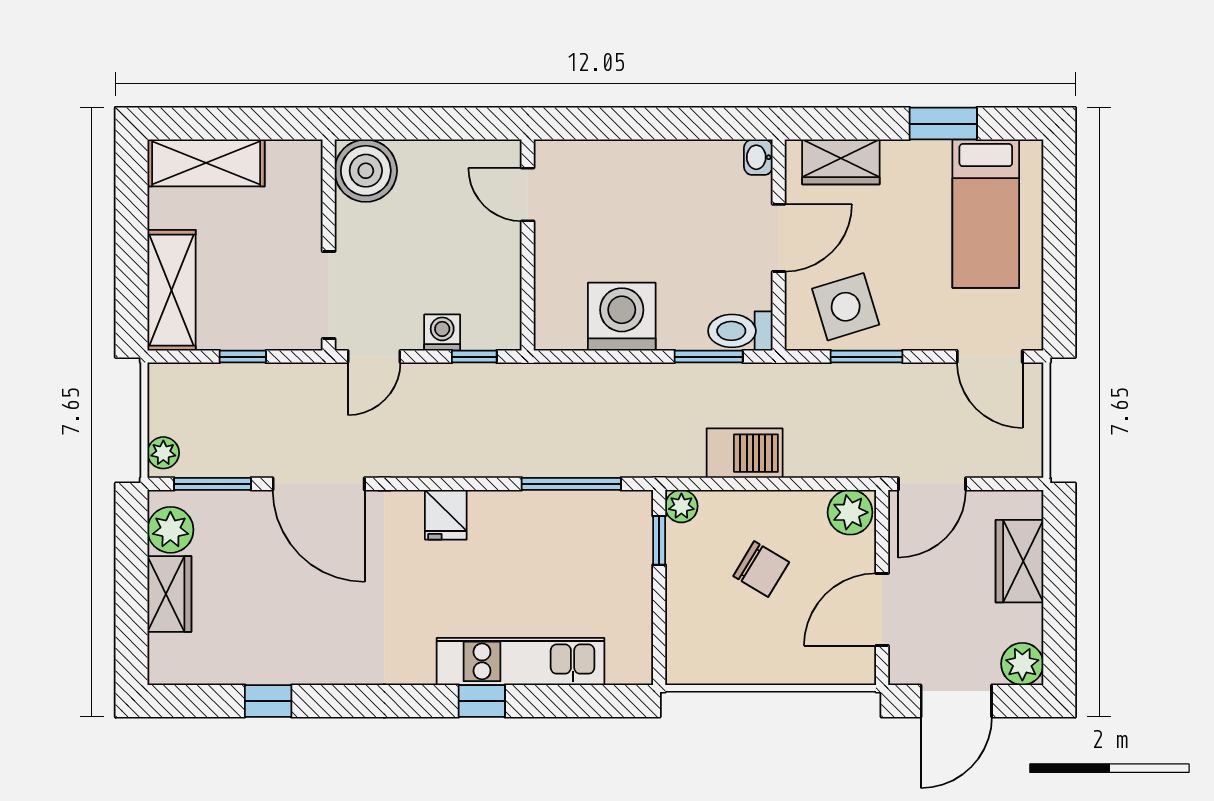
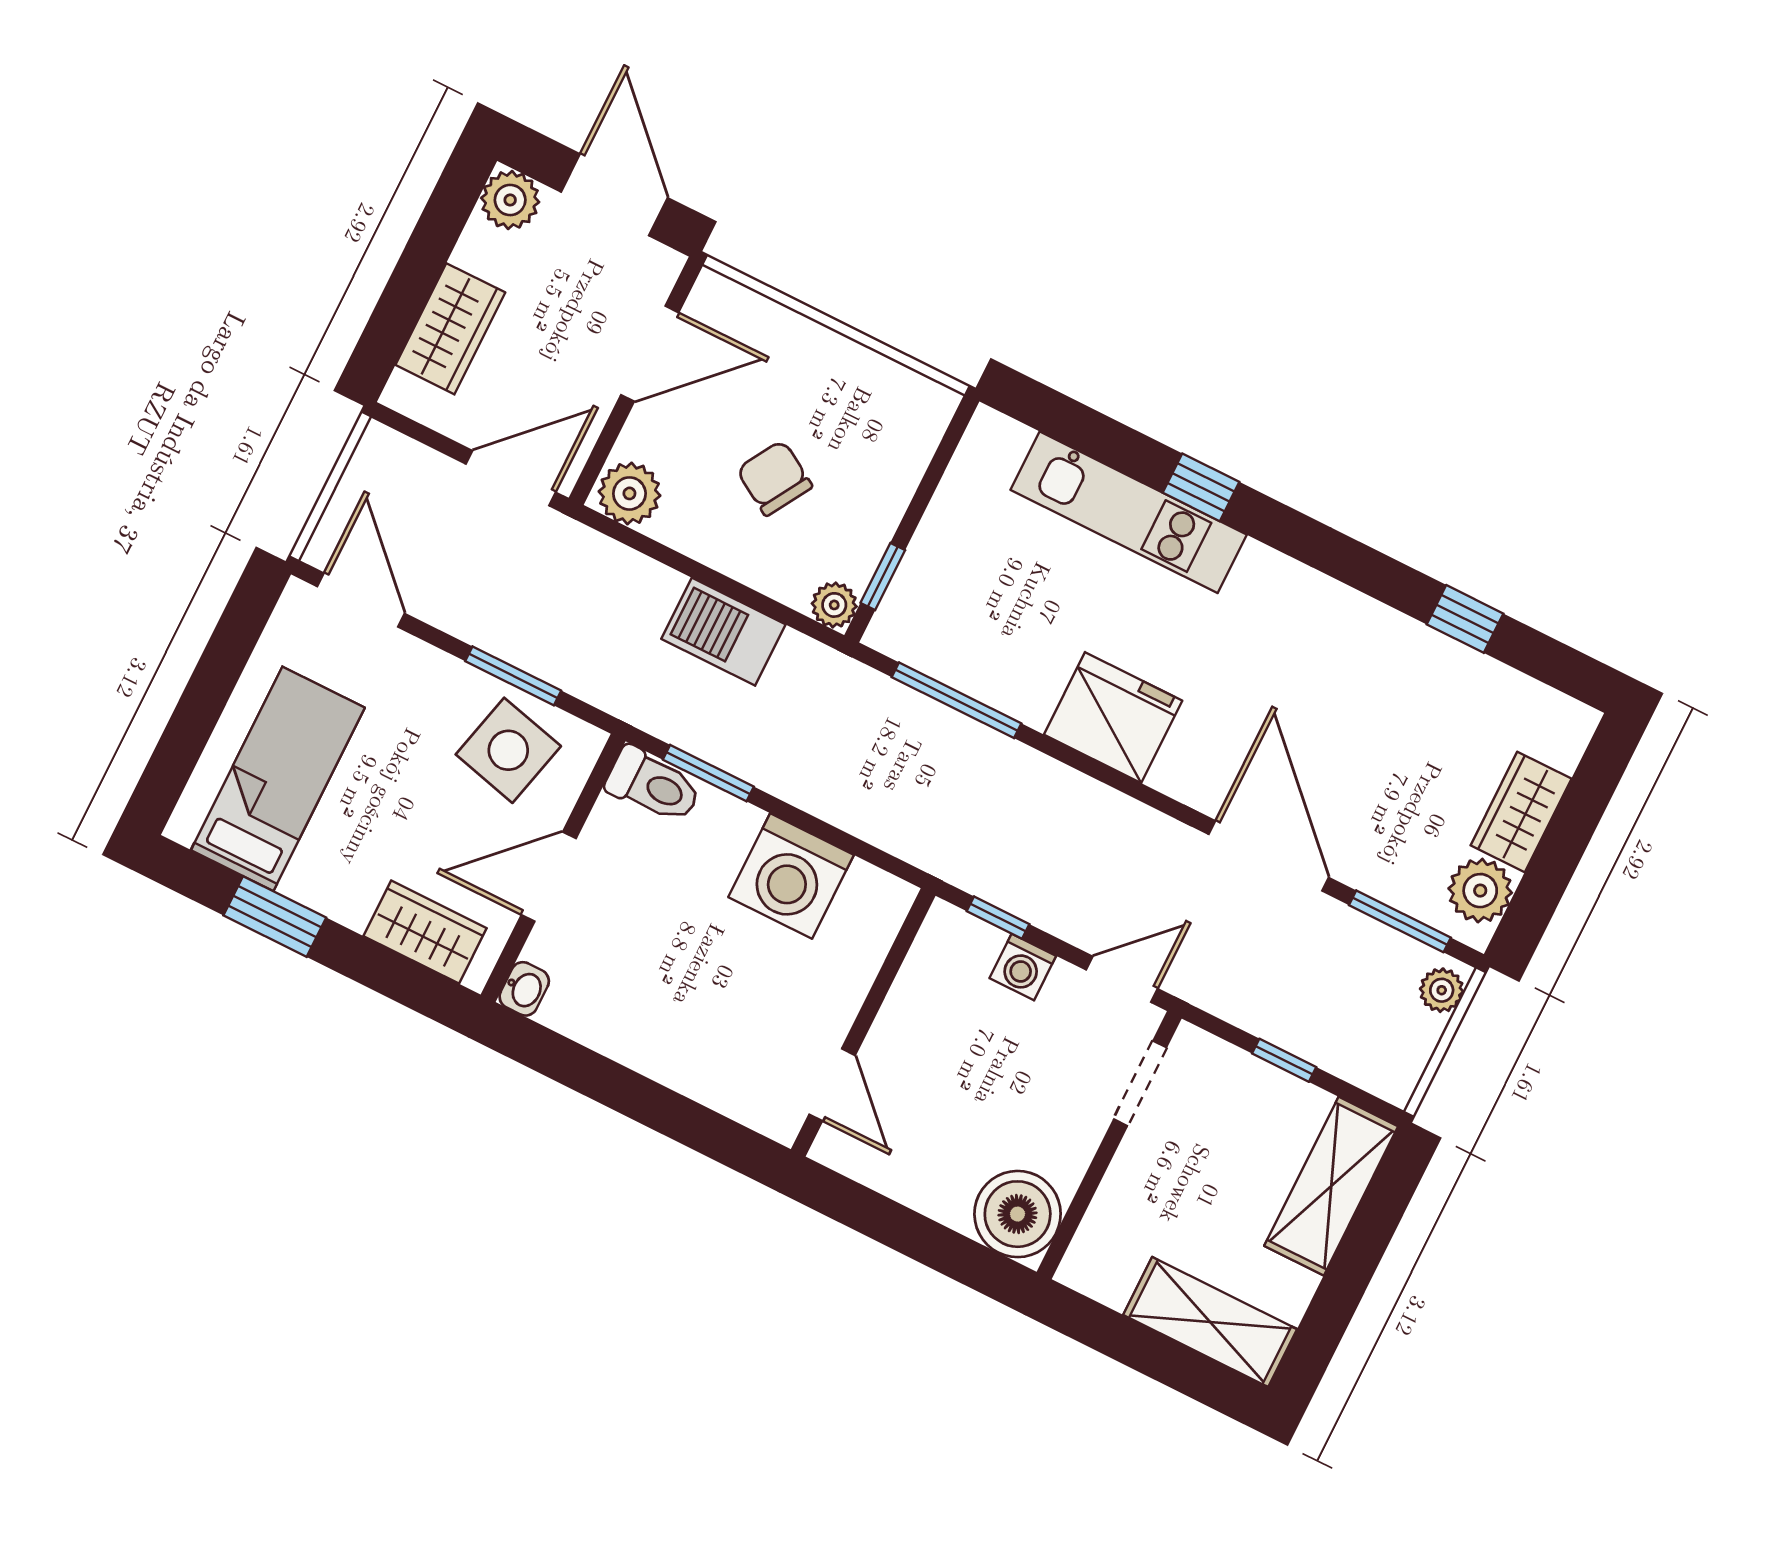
doorway: (329, 295) -> (1140, 1083), width x0.73
side table: (846, 307) -> (508, 750), turned 31
fridge: (446, 515) -> (1113, 718), width x1.88, depth x1.34
door: (956, 701) -> (614, 195), hinge flipped

